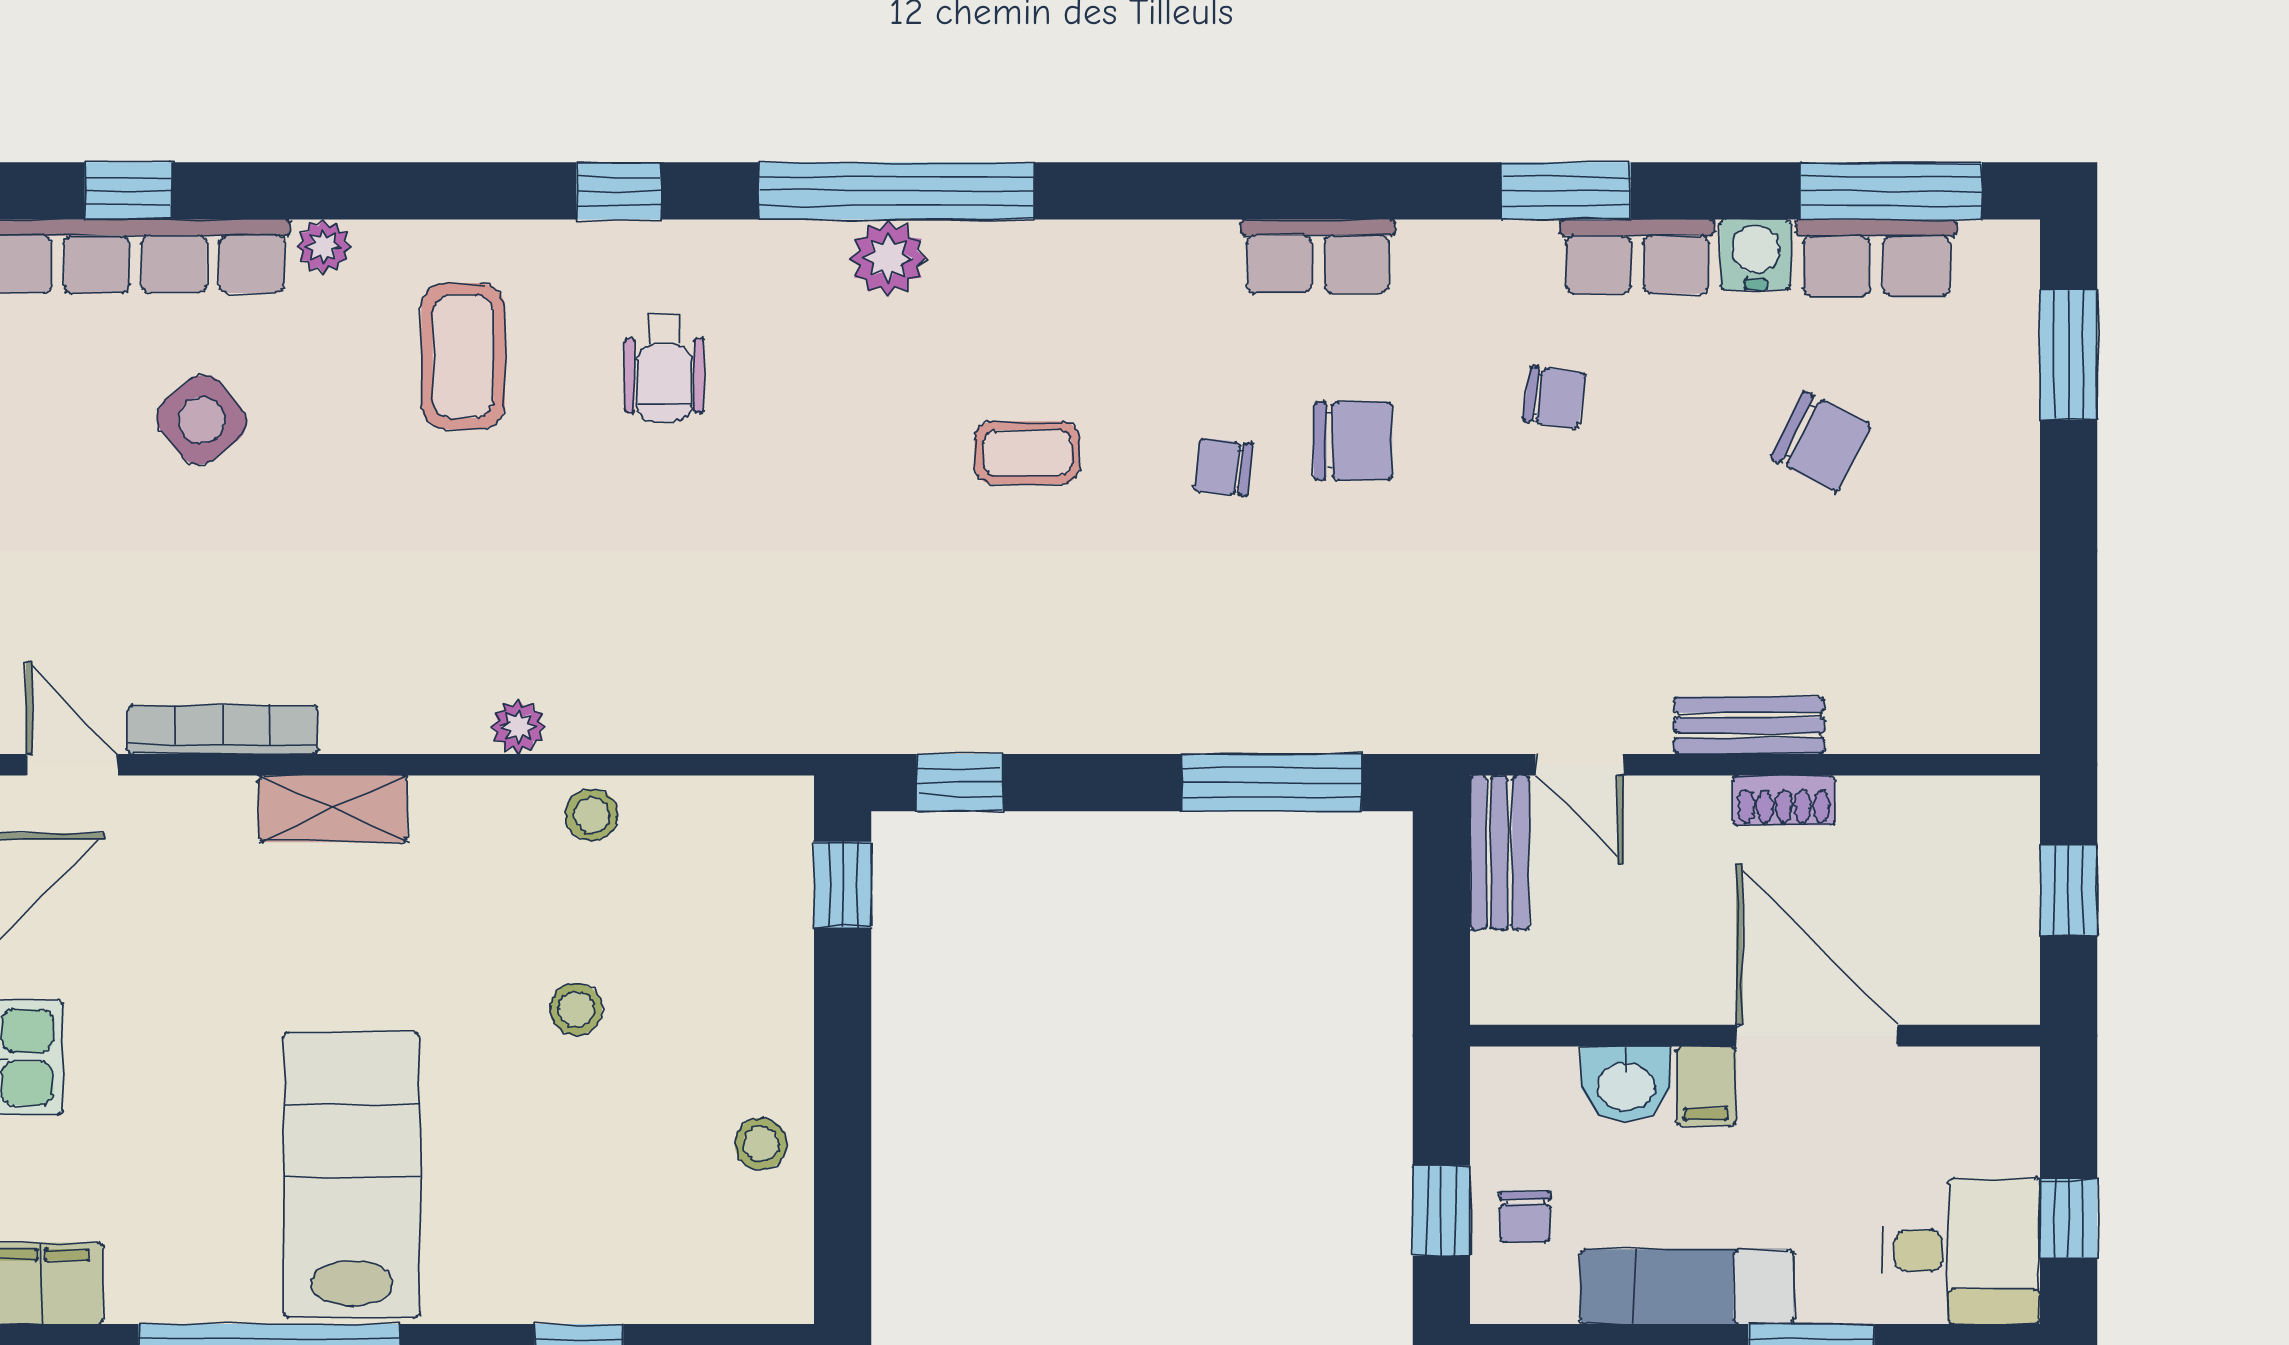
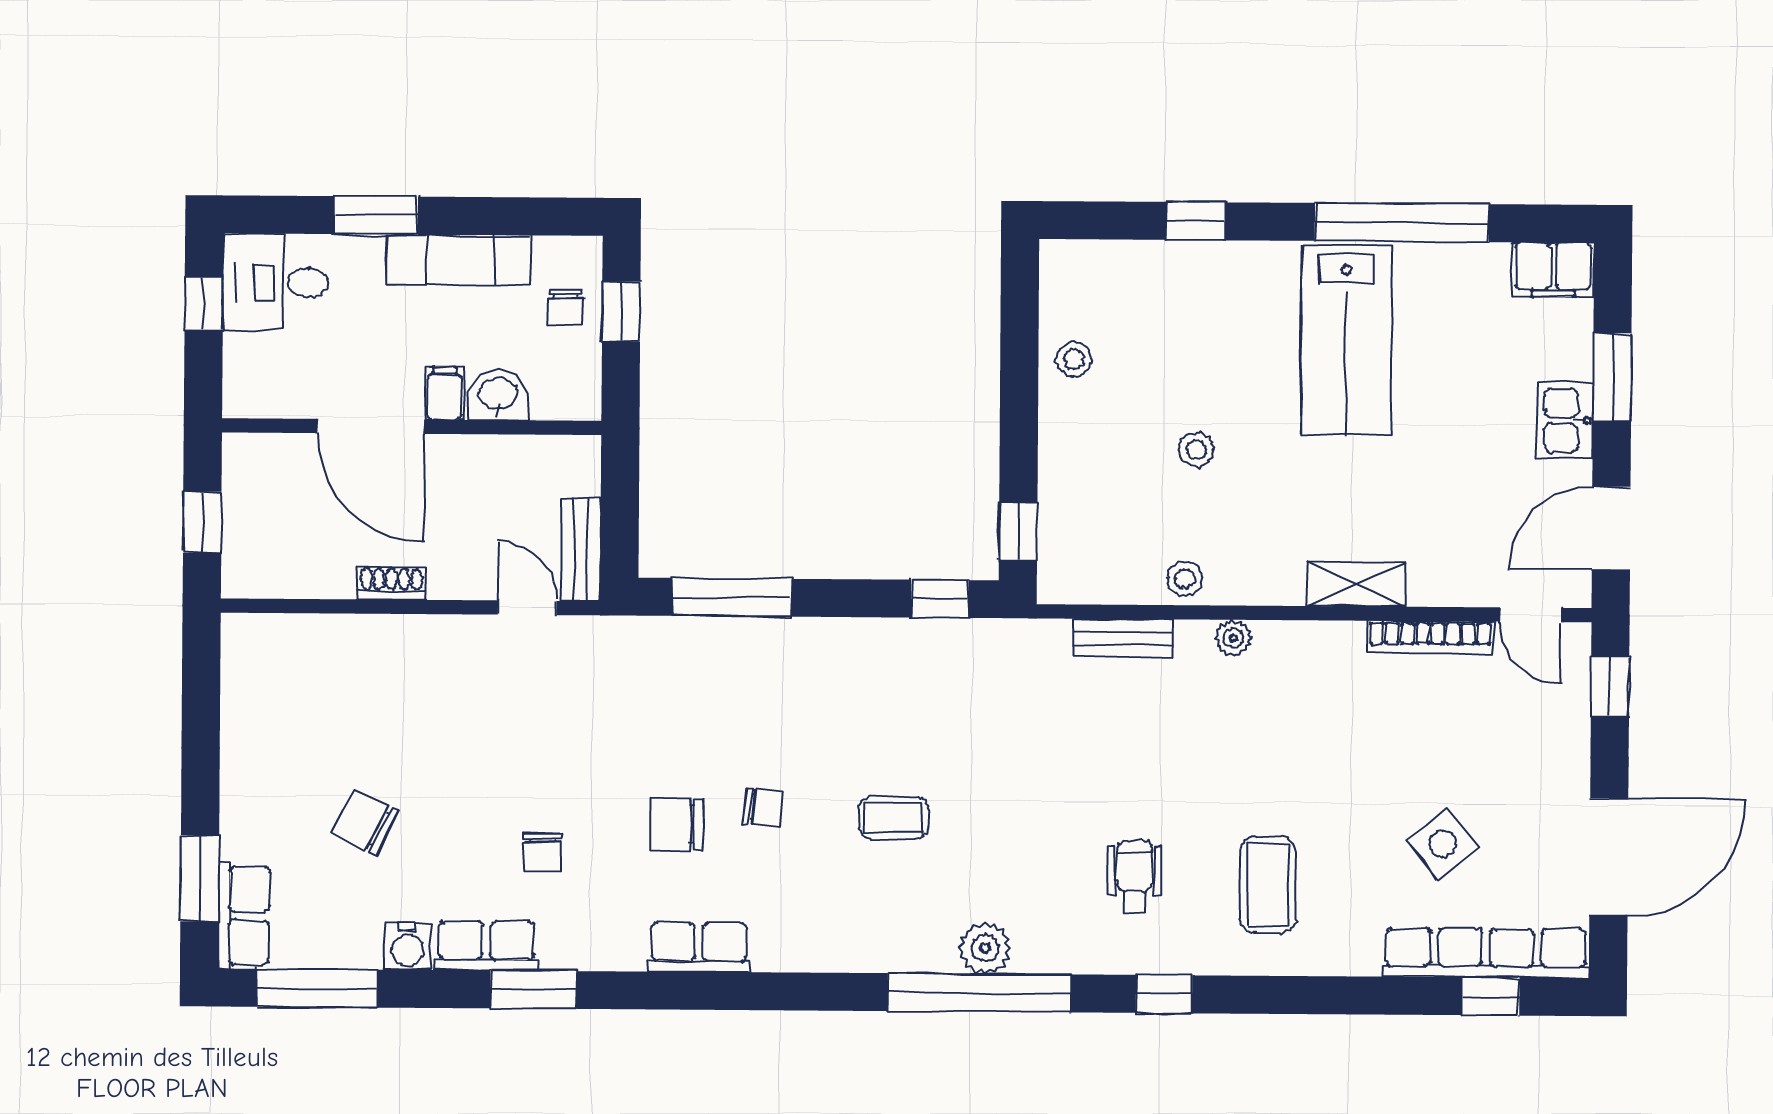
plant: (323, 247) -> (1361, 958), removed
row of seats: (1877, 258) -> (244, 916), moved, turned 90
chair: (1554, 397) -> (542, 852), turned -100
bench: (1749, 725) -> (1123, 638), moved
chair: (1525, 1217) -> (566, 307), turned 180

